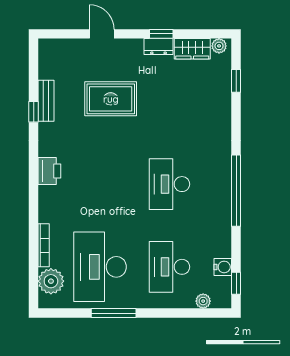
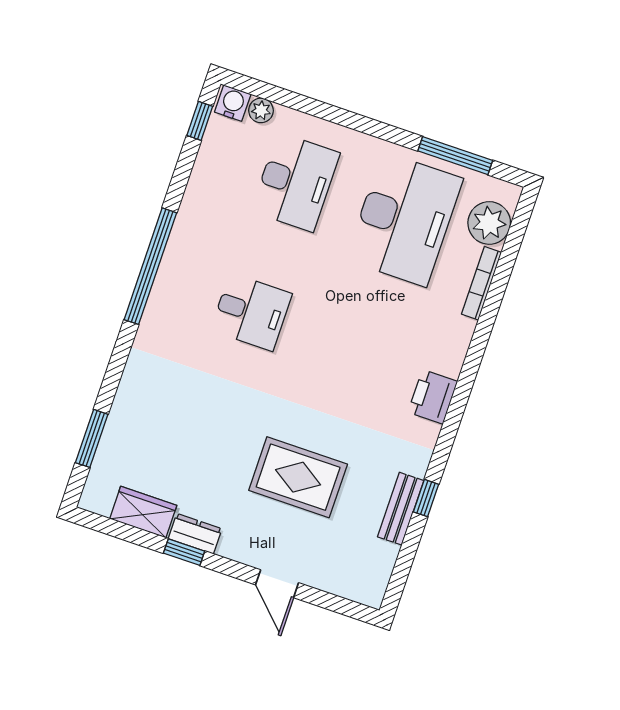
plant: (219, 46) -> (100, 502), removed
window: (236, 81) -> (92, 438), width x1.50
desk: (170, 184) -> (251, 312), width x0.73
water cooler: (223, 267) -> (233, 103), moved, turned 90
window: (114, 313) -> (455, 156), moved

